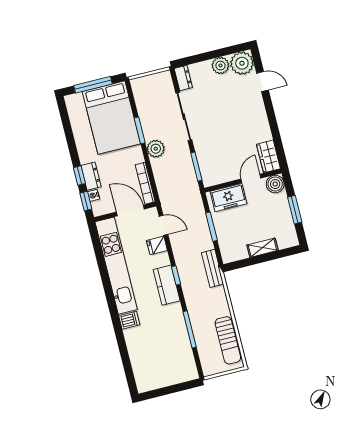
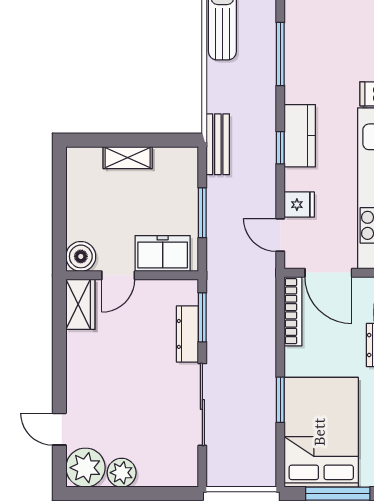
dresser: (183, 78) -> (187, 334), moved, width x1.44
plant: (156, 149) -> (262, 363), removed
window: (295, 210) -> (59, 207), removed

